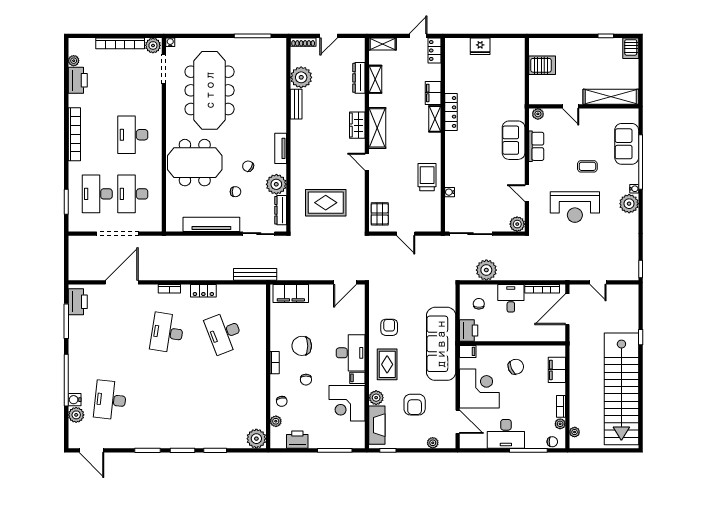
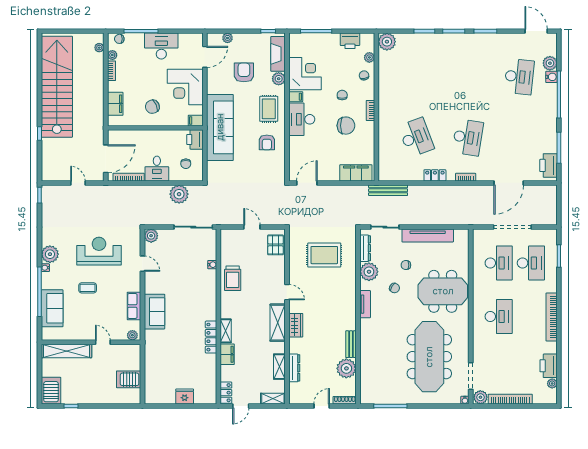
server rack: (631, 48) -> (51, 391), width x1.36, depth x1.44
door: (458, 422) -> (205, 57), swing flipped

